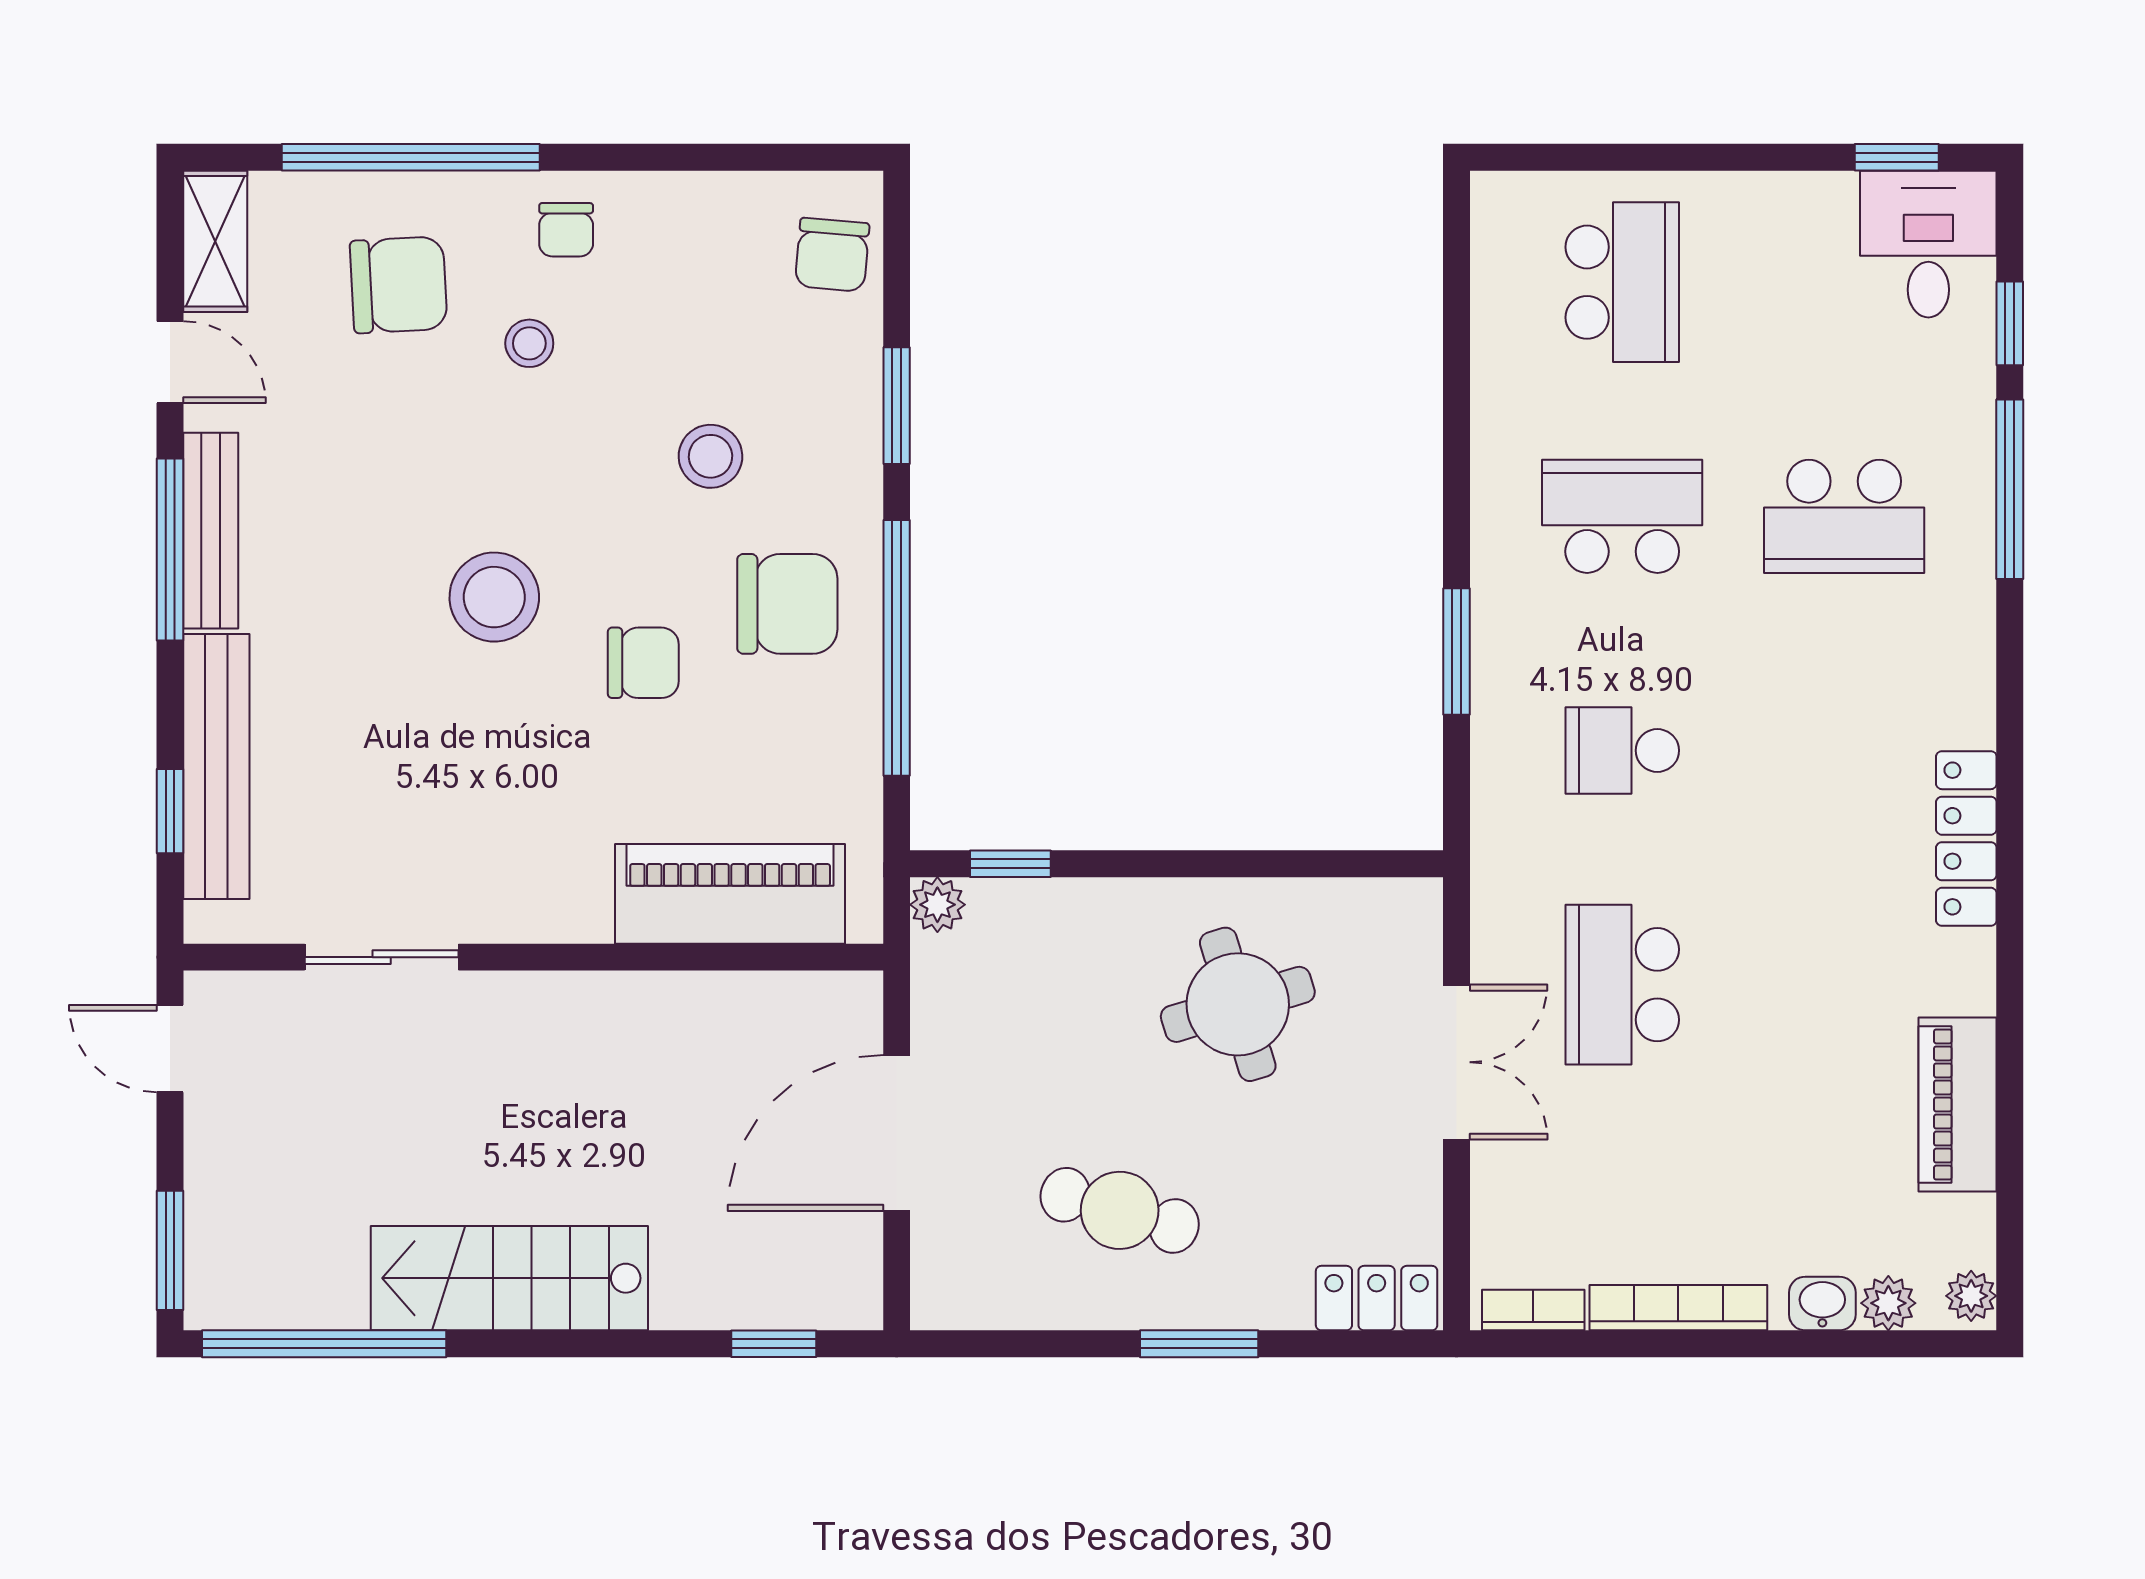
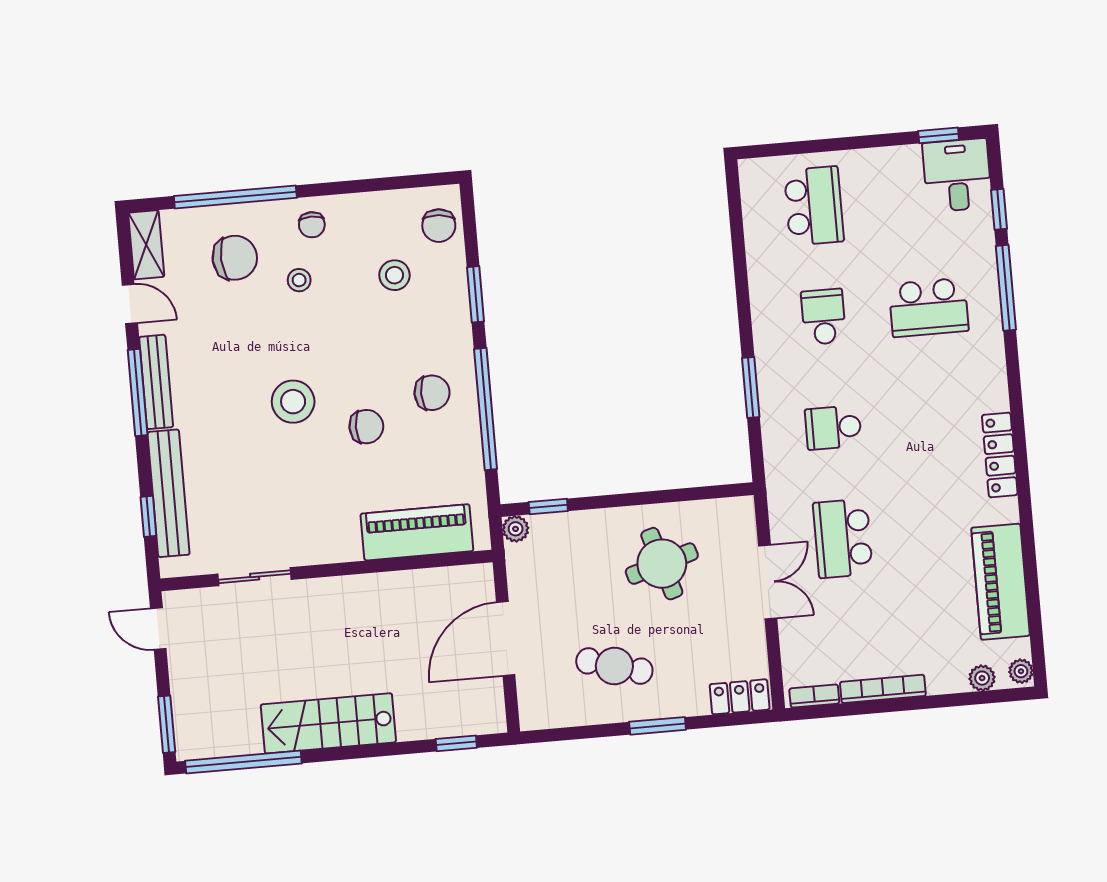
stool: (710, 456) -> (394, 275), moved
school desk: (1622, 516) -> (824, 317), width x0.54
chair: (787, 604) -> (432, 393), width x0.73, depth x0.73
piano: (1958, 1105) -> (1001, 582), width x1.37, depth x1.33
washbasin: (1822, 1304) -> (951, 681), removed

